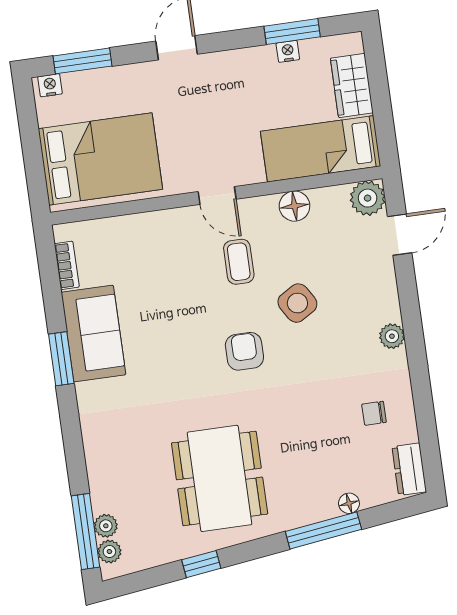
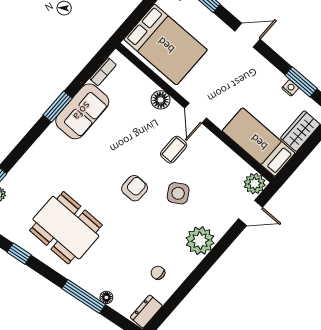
floor lamp: (294, 206) -> (161, 100), moved
plant: (392, 336) -> (200, 241), width x1.88, depth x1.88
dining table: (220, 478) -> (66, 228), turned 90

